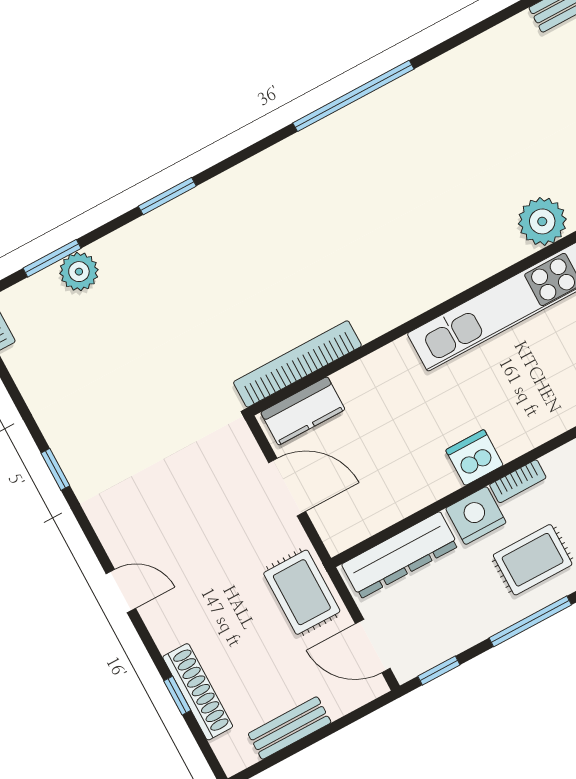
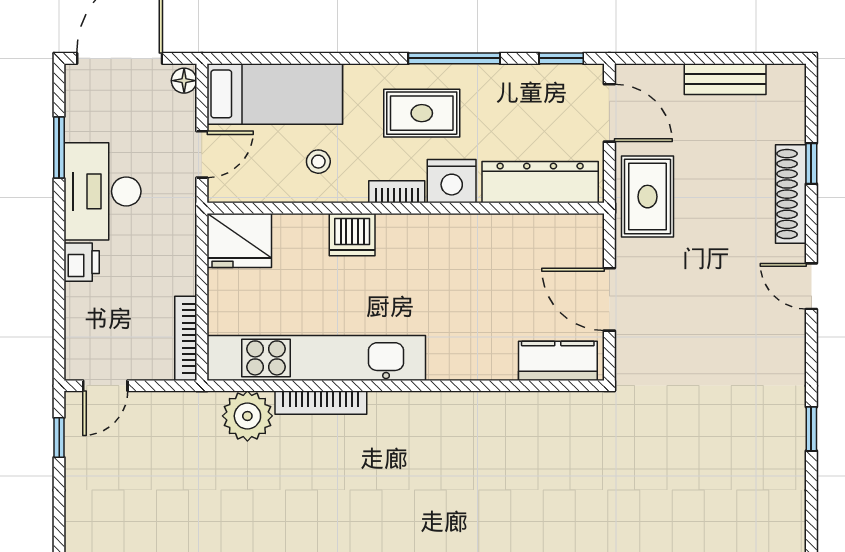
bookcase: (297, 364) -> (321, 403), moved, width x0.68, depth x0.76
dishwasher: (474, 458) -> (352, 235), moved
shoe rack: (198, 692) -> (791, 194), moved

